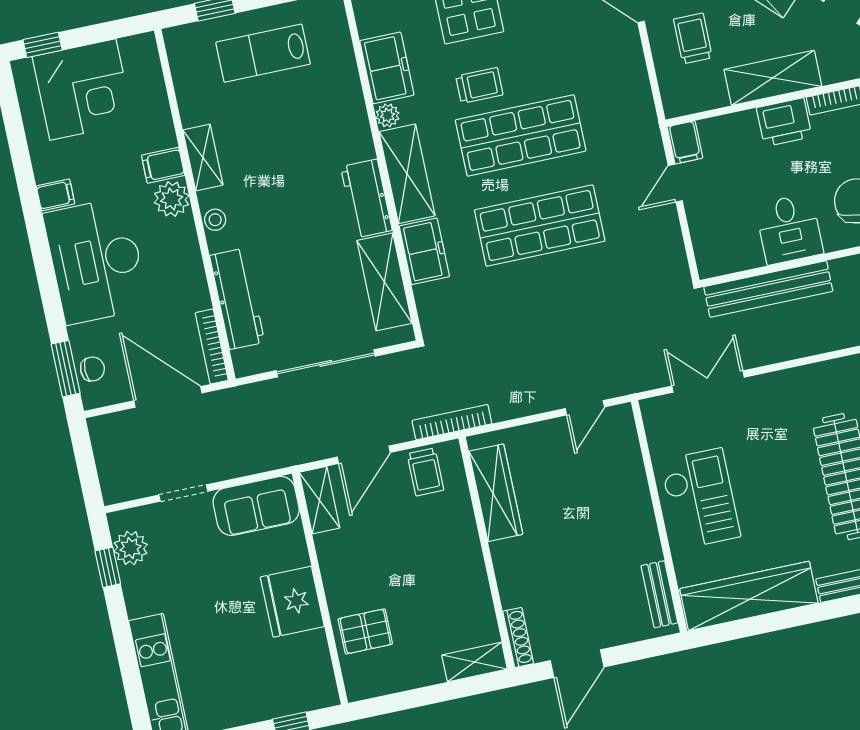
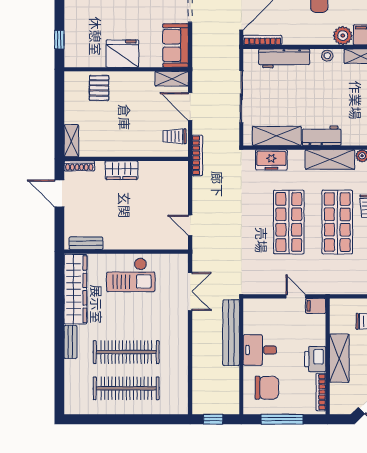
freezer: (424, 251) -> (271, 160), moved
wardrobe: (496, 493) -> (122, 170), moved, width x0.67

